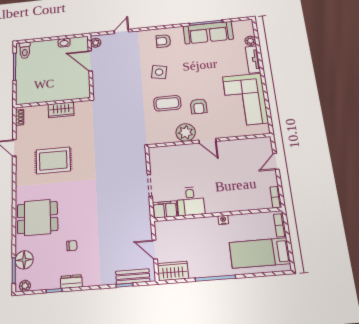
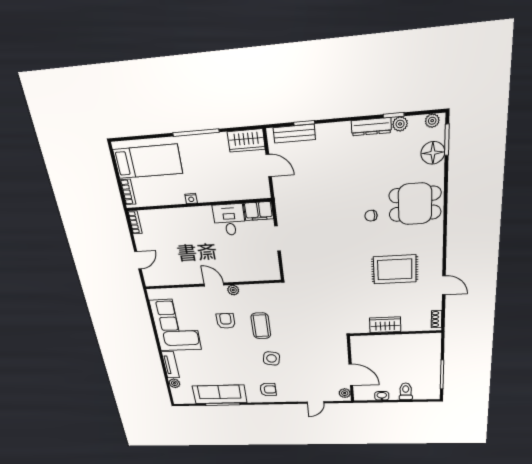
toilet: (25, 50) -> (406, 391), moved
coffee table: (167, 103) -> (261, 326), turned 90
plant: (186, 132) -> (233, 290), width x0.53, depth x0.53
chair: (72, 246) -> (371, 216), moved
dresser: (71, 282) -> (371, 127), width x1.44
plant: (49, 284) -> (400, 124), added

